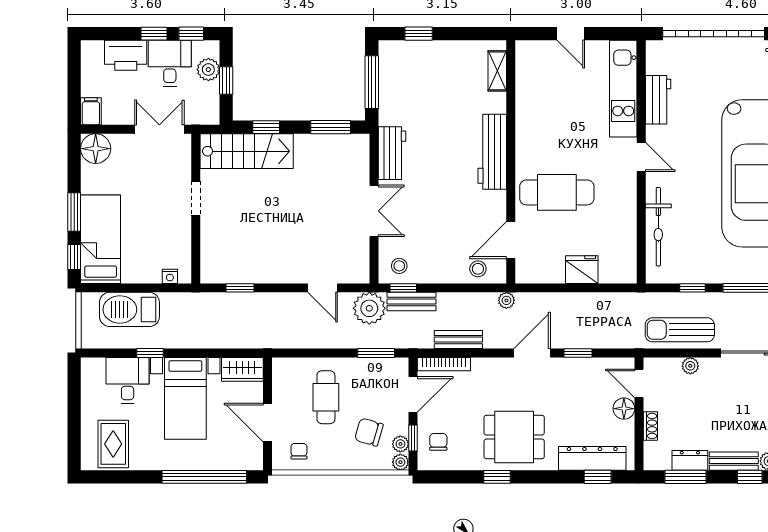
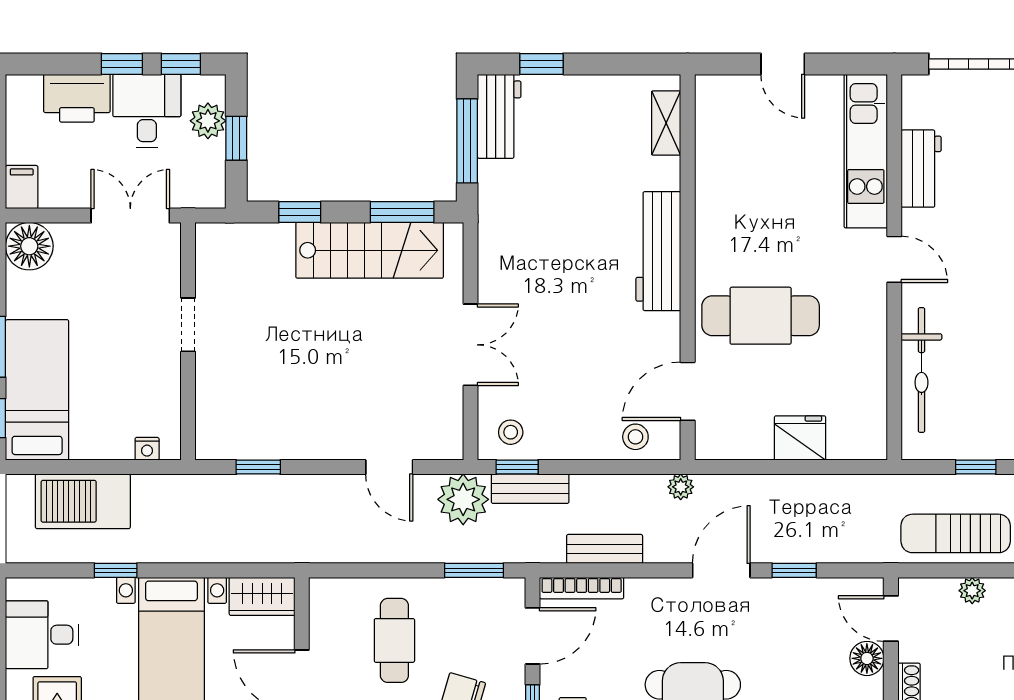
stairs: (247, 151) -> (370, 250), moved
workbench: (392, 153) -> (499, 116), moved
desk: (128, 380) -> (42, 635), moved, turned -90

